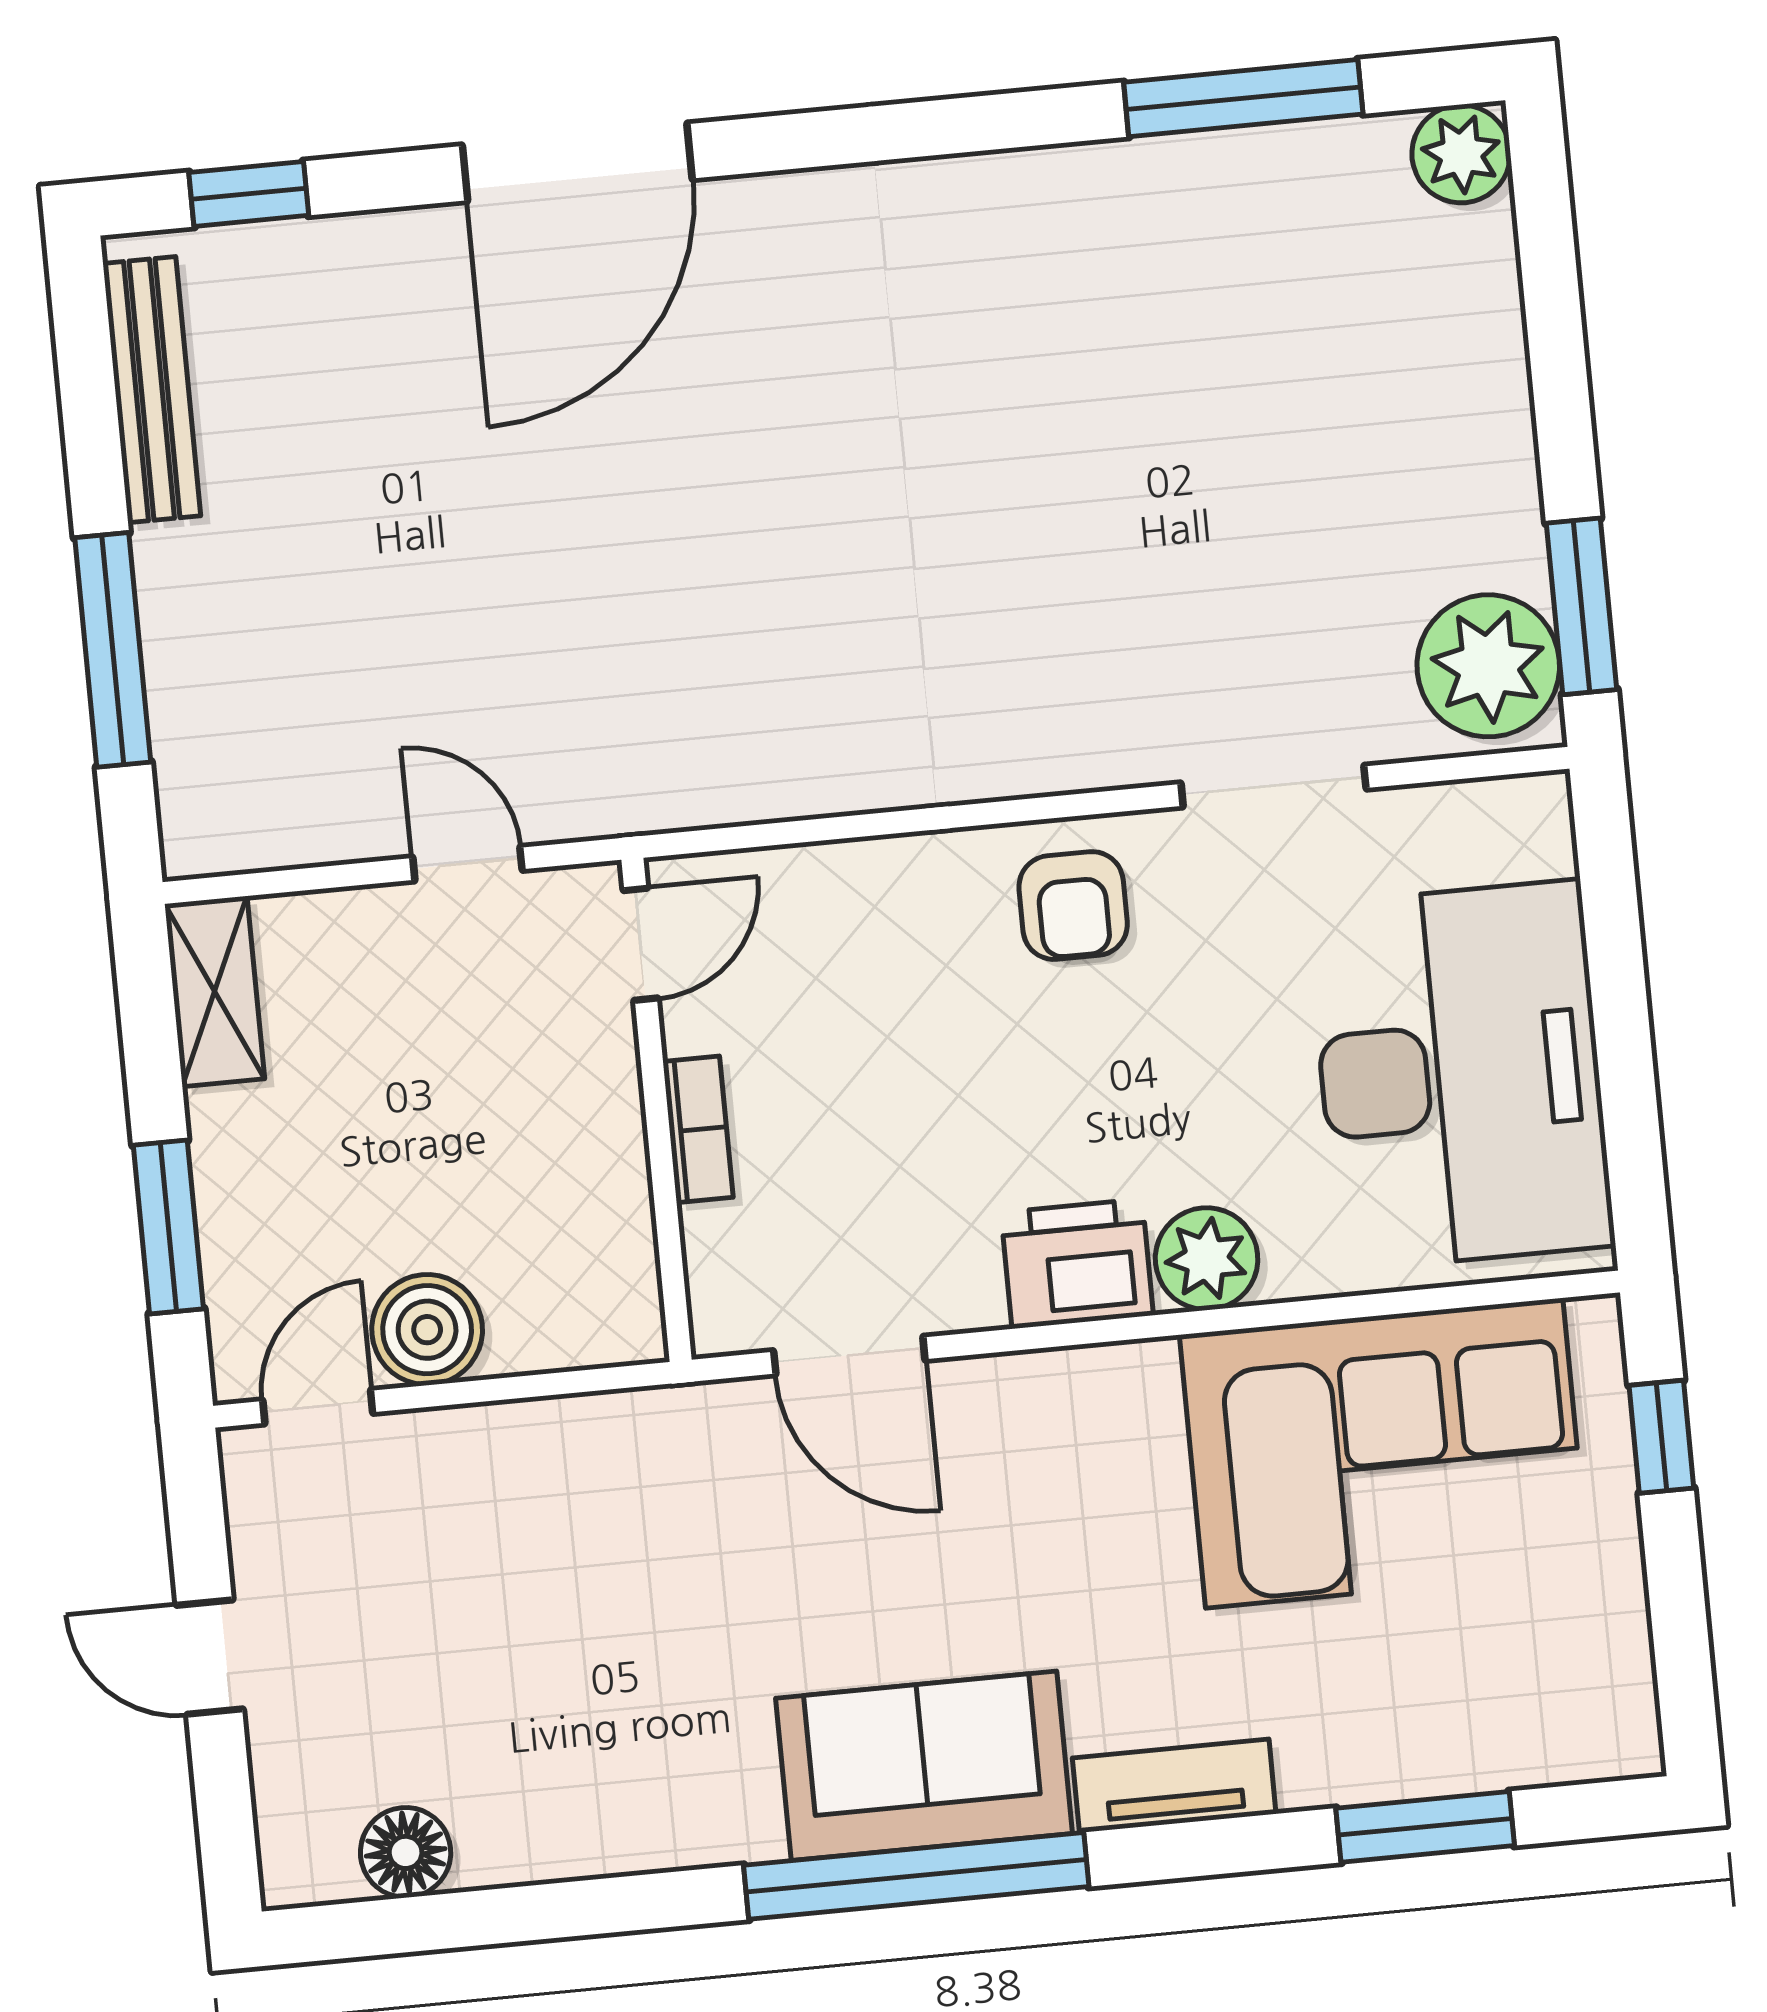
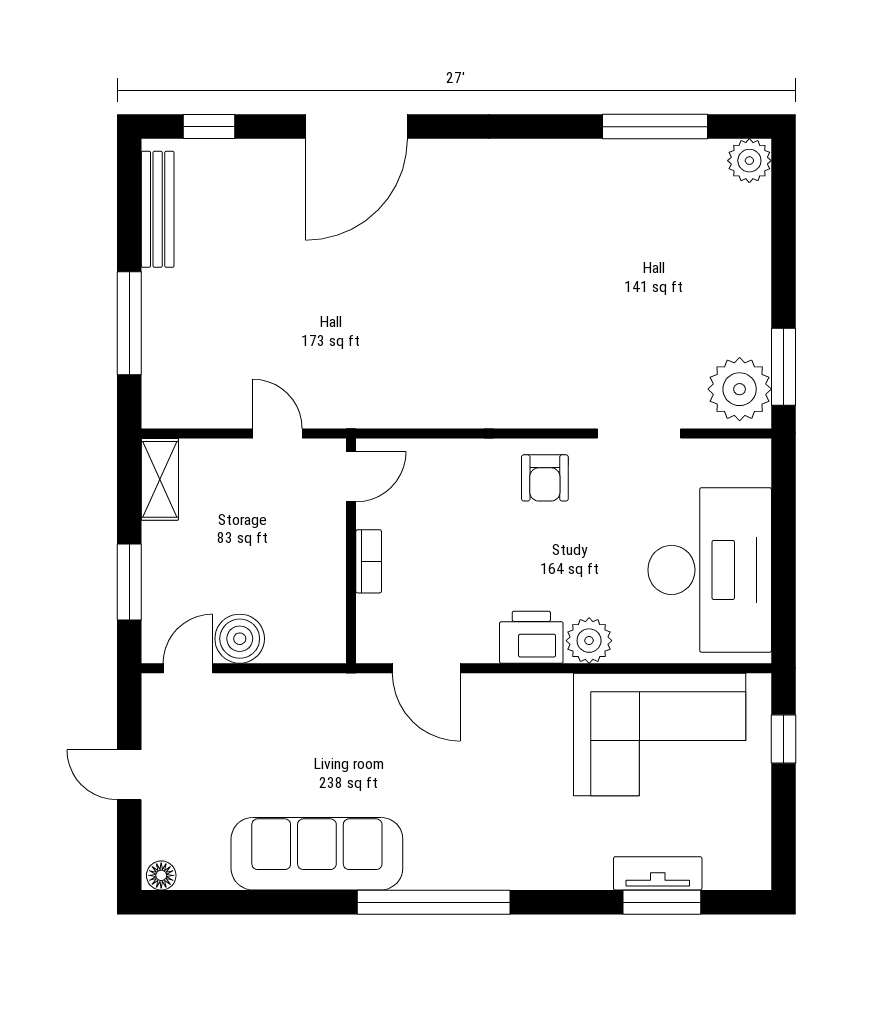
sofa: (924, 1766) -> (317, 854), moved, width x1.36
tv unit: (1174, 1786) -> (658, 873), moved
floor lamp: (406, 1852) -> (161, 875), moved, width x0.73, depth x0.73

